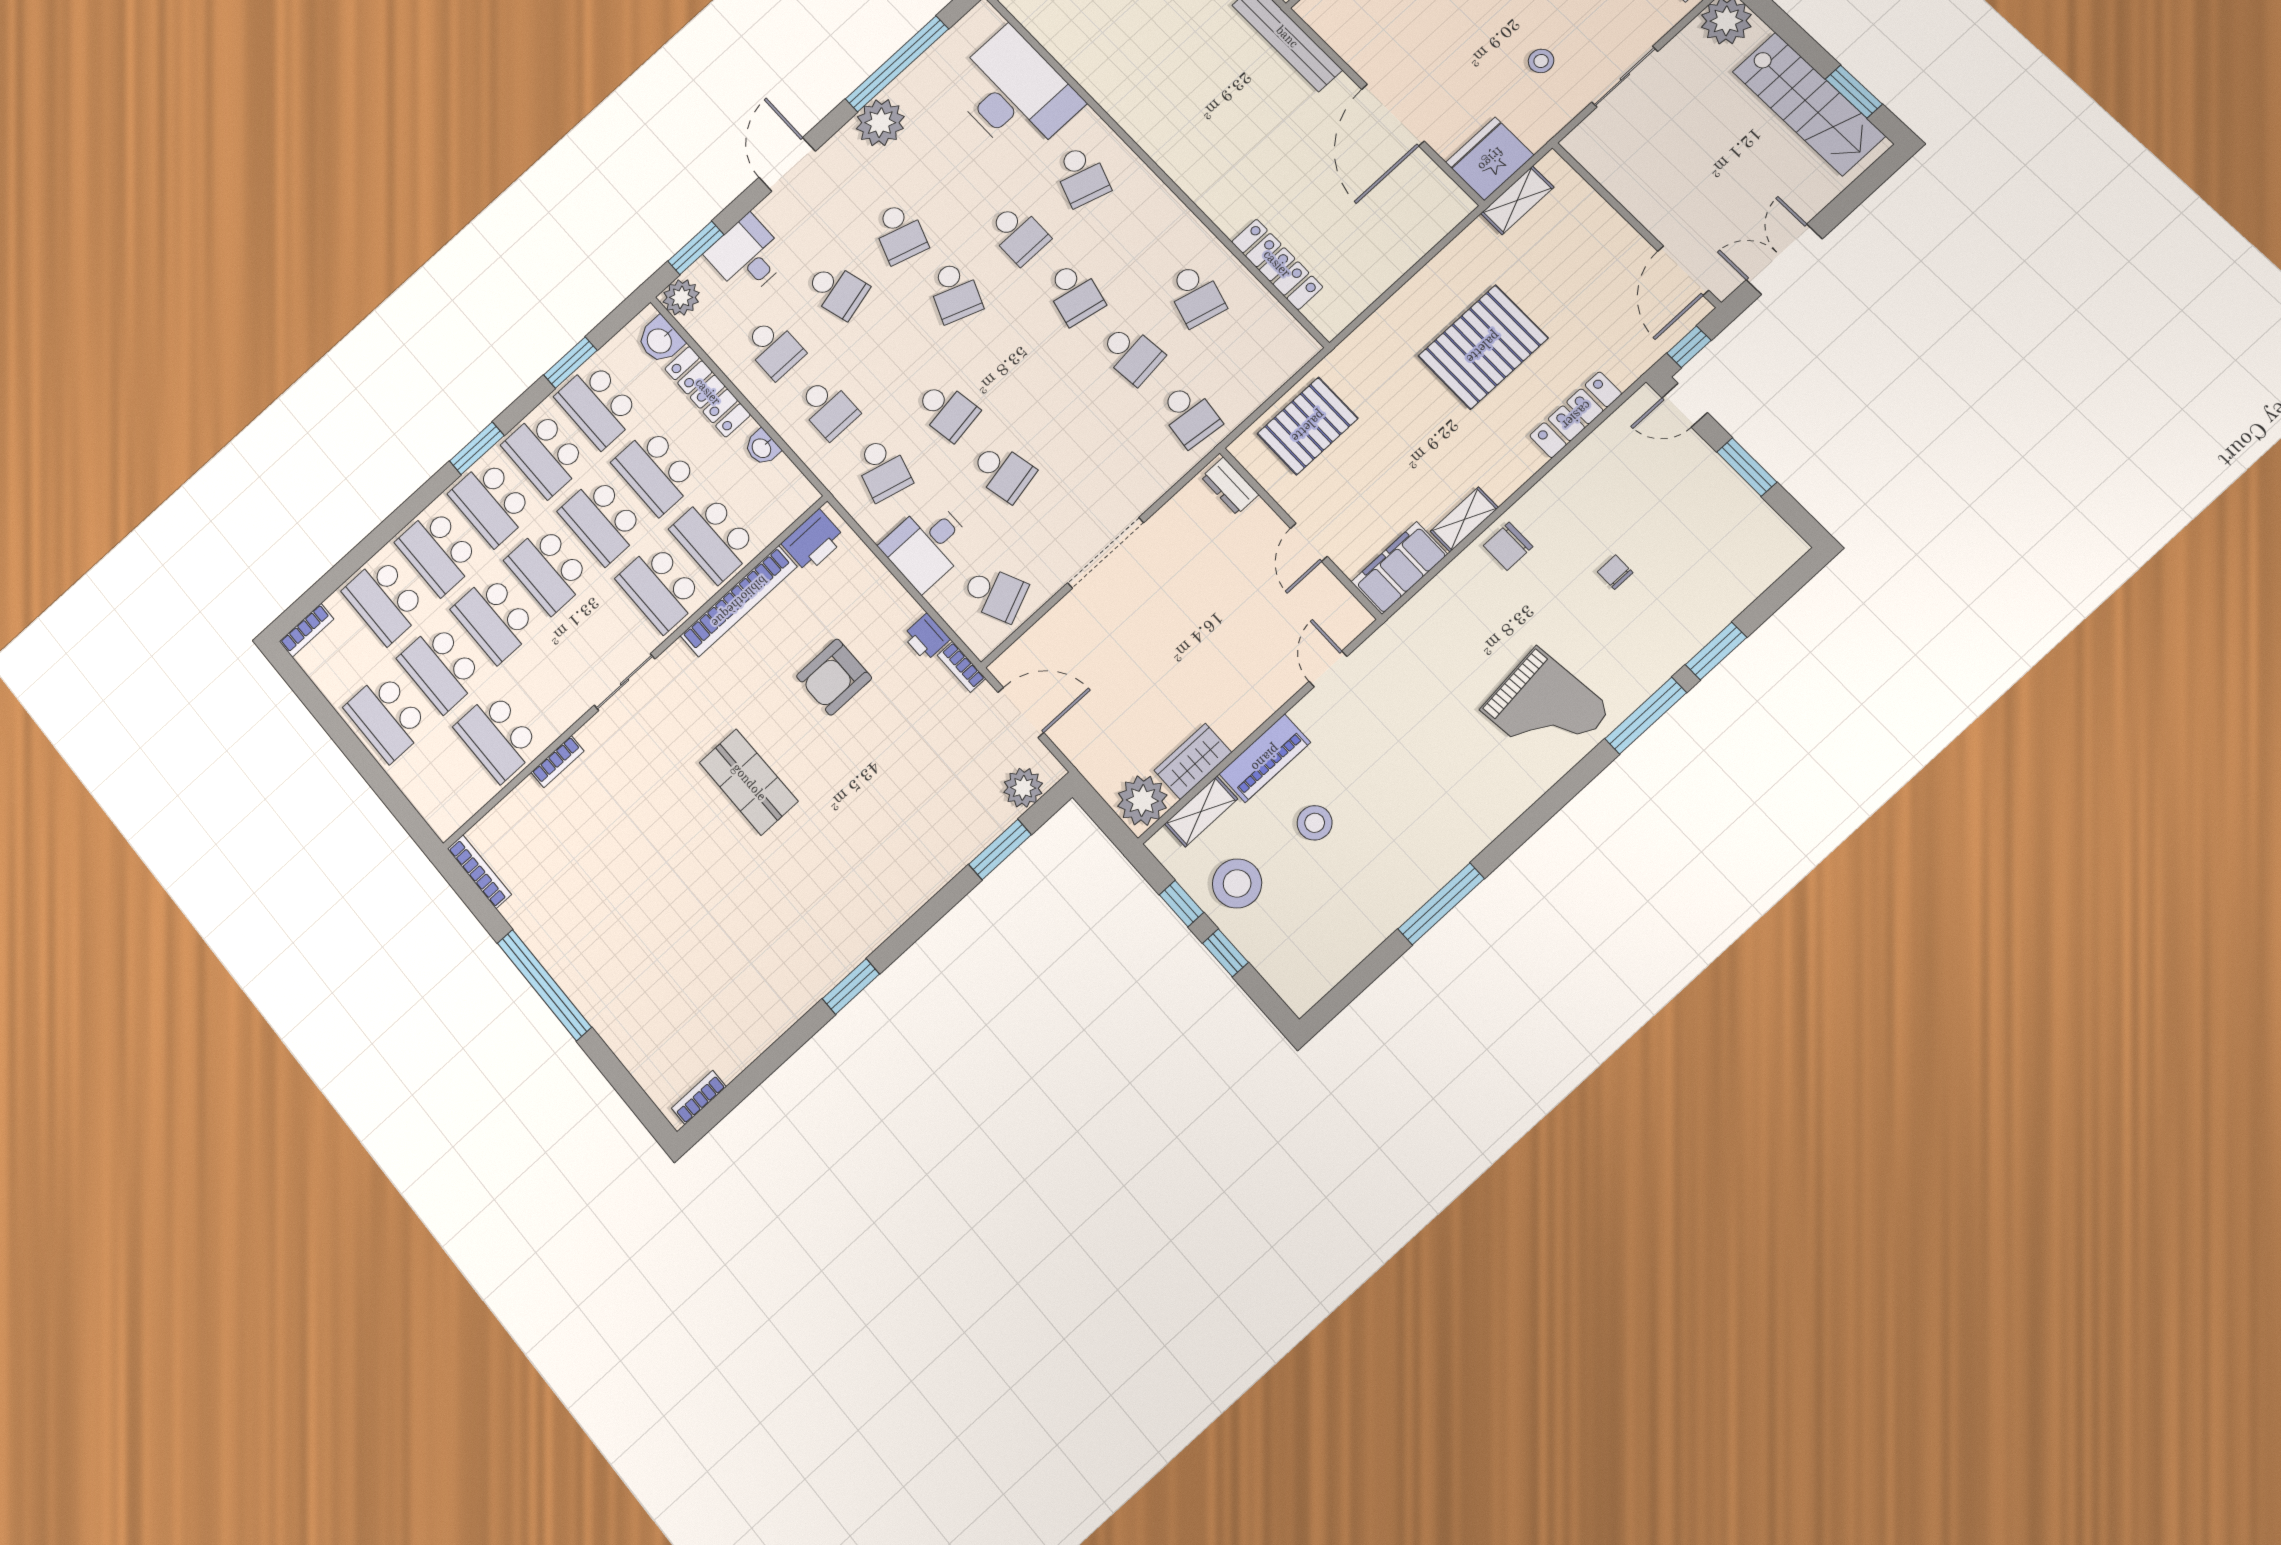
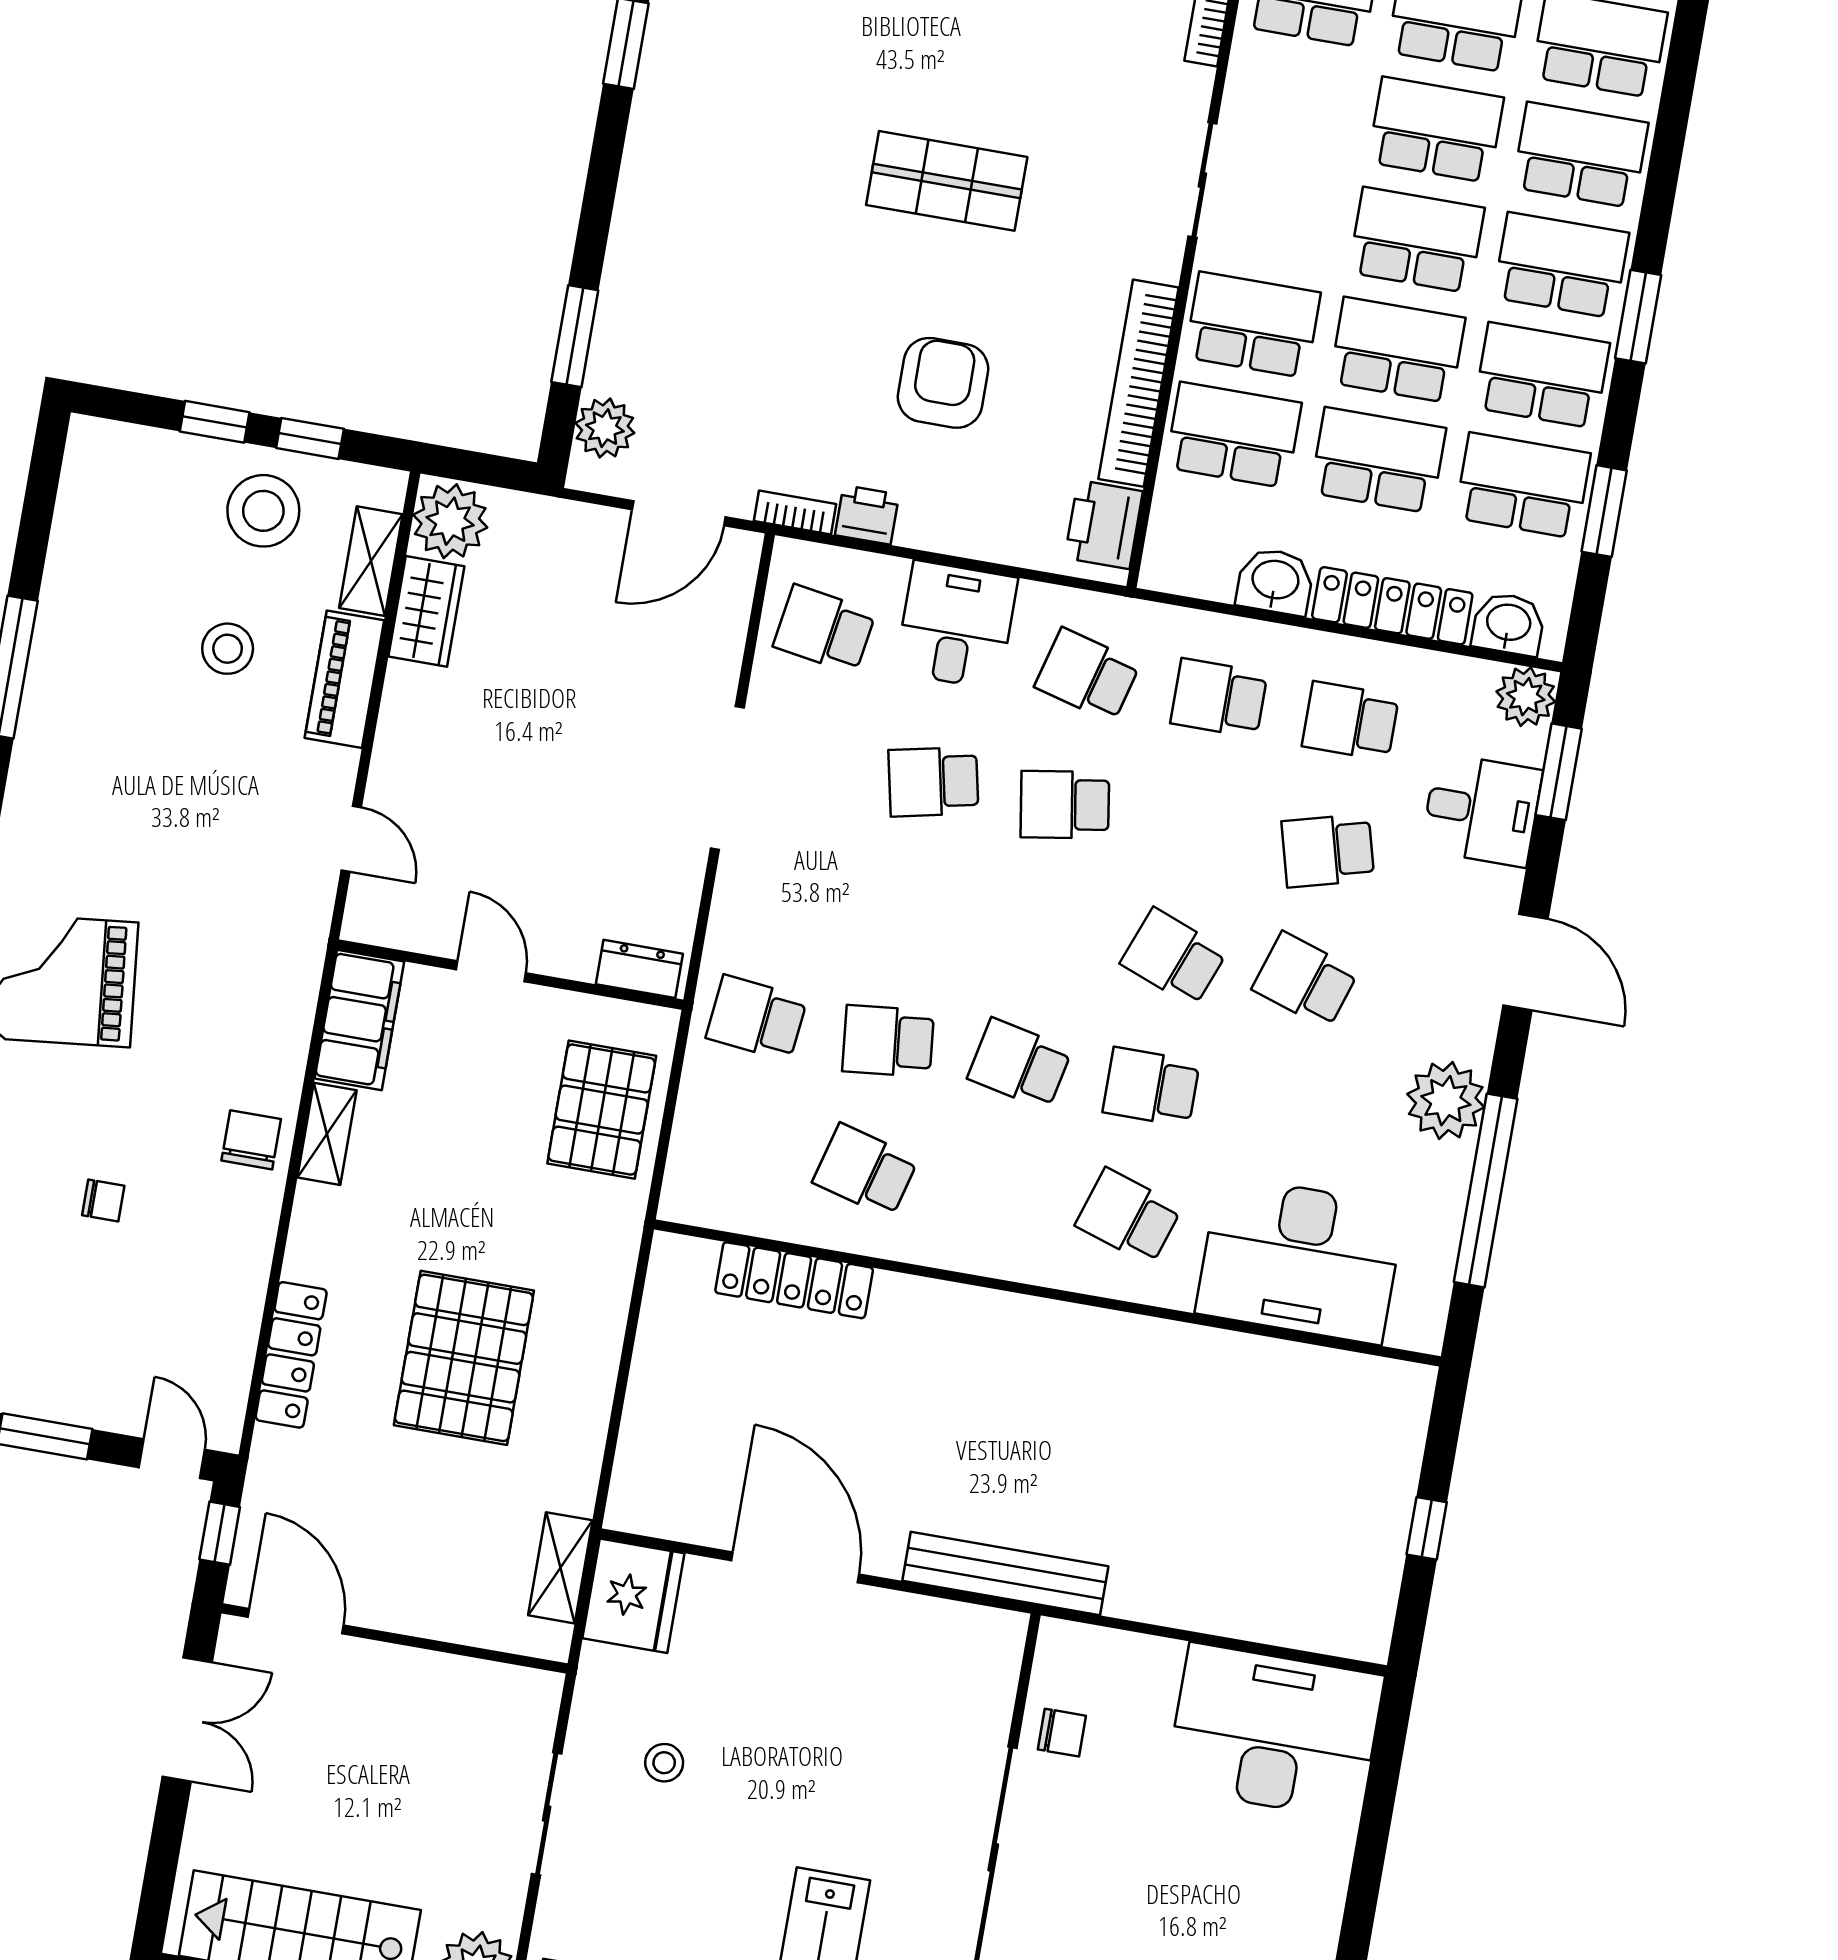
door: (1685, 405) -> (172, 1459), hinge flipped
washbasin: (762, 448) -> (1275, 581), width x1.38, depth x1.45
school desk: (995, 594) -> (824, 629), turned 33

